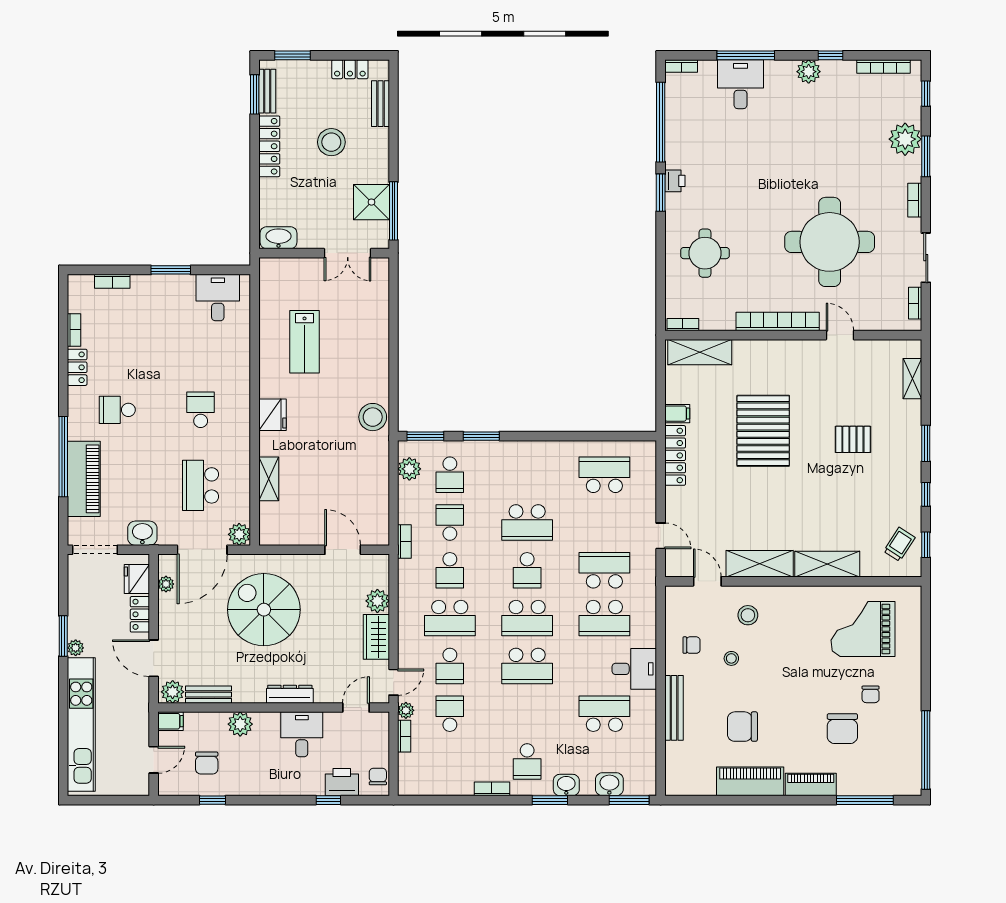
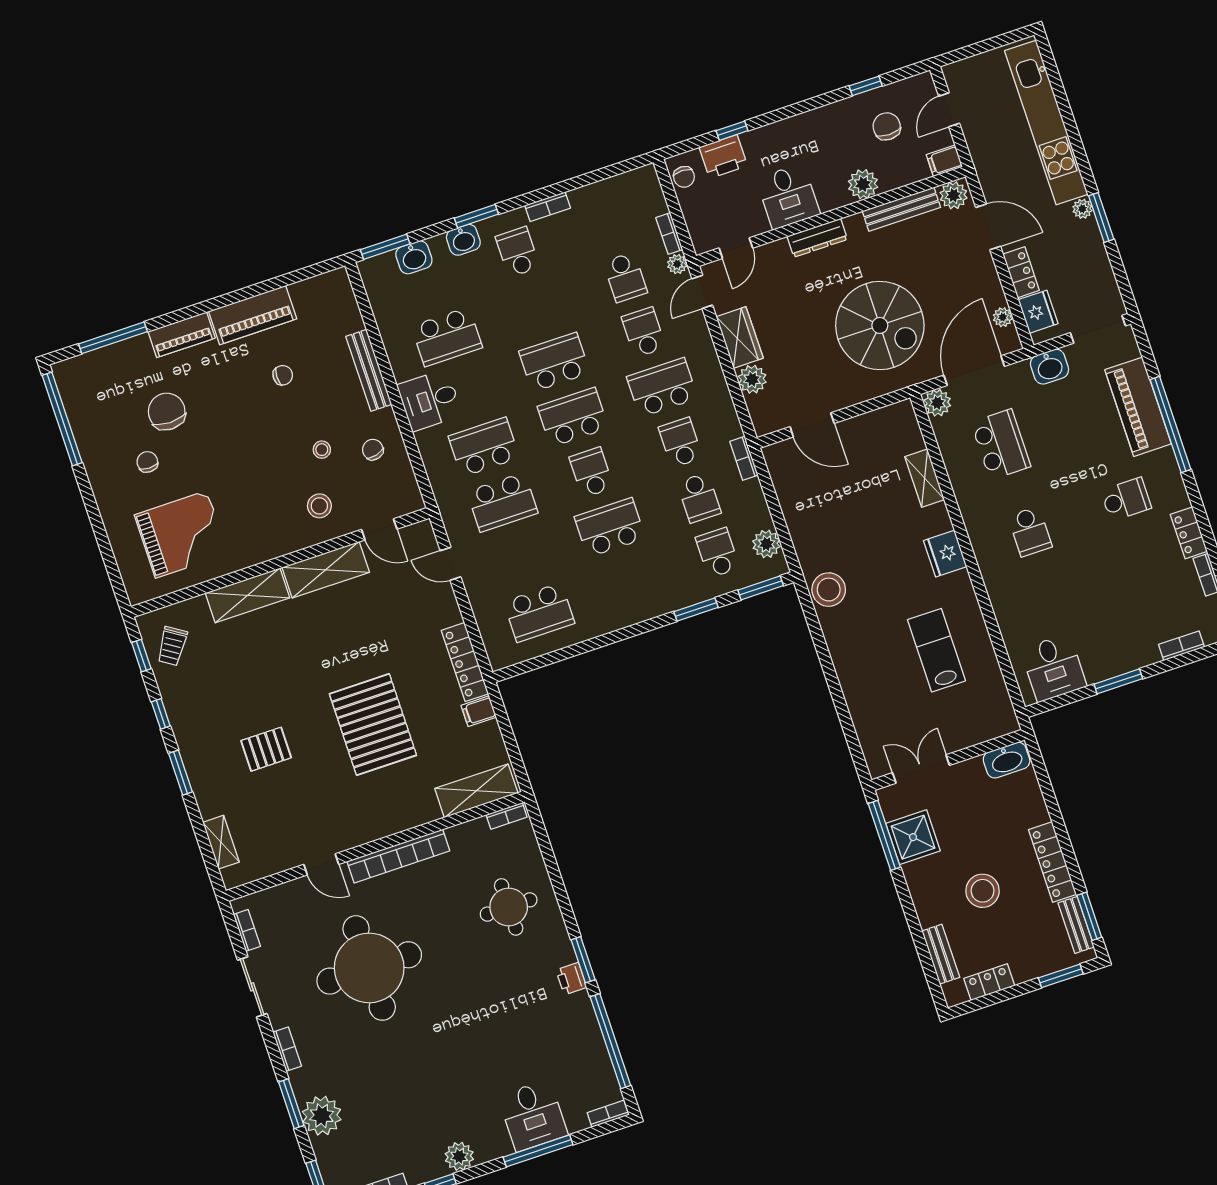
chair: (692, 645) -> (373, 450), turned 76
bench: (208, 695) -> (901, 209), width x1.36
chair: (742, 727) -> (283, 375), width x0.54, depth x0.54

